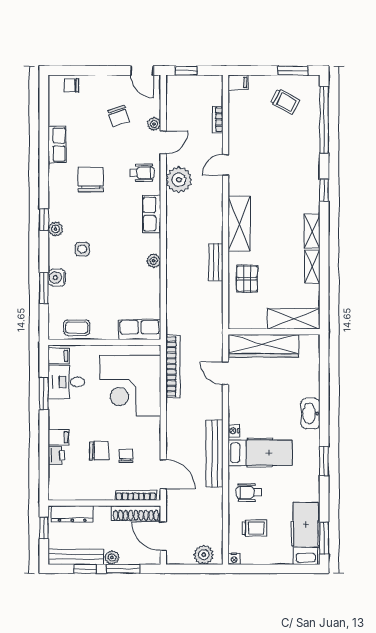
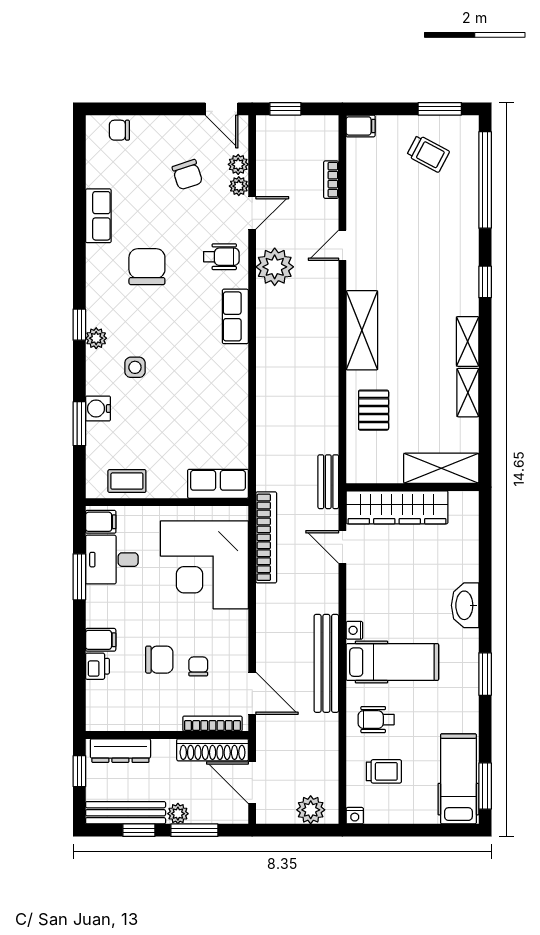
plant: (154, 261) -> (238, 164), moved
bench: (216, 262) -> (328, 482), moved

